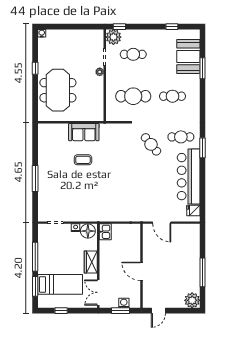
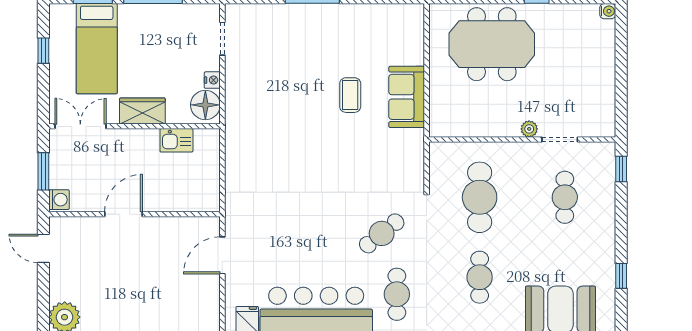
plant: (113, 37) -> (600, 157), removed
kitchen sink: (105, 232) -> (176, 140), moved
washing machine: (124, 303) -> (59, 200), moved

